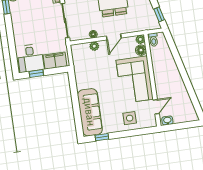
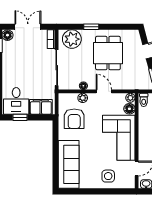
door: (114, 37) -> (104, 91), swing flipped
armchair: (89, 67) -> (74, 119), added
window: (102, 137) -> (77, 191), removed

